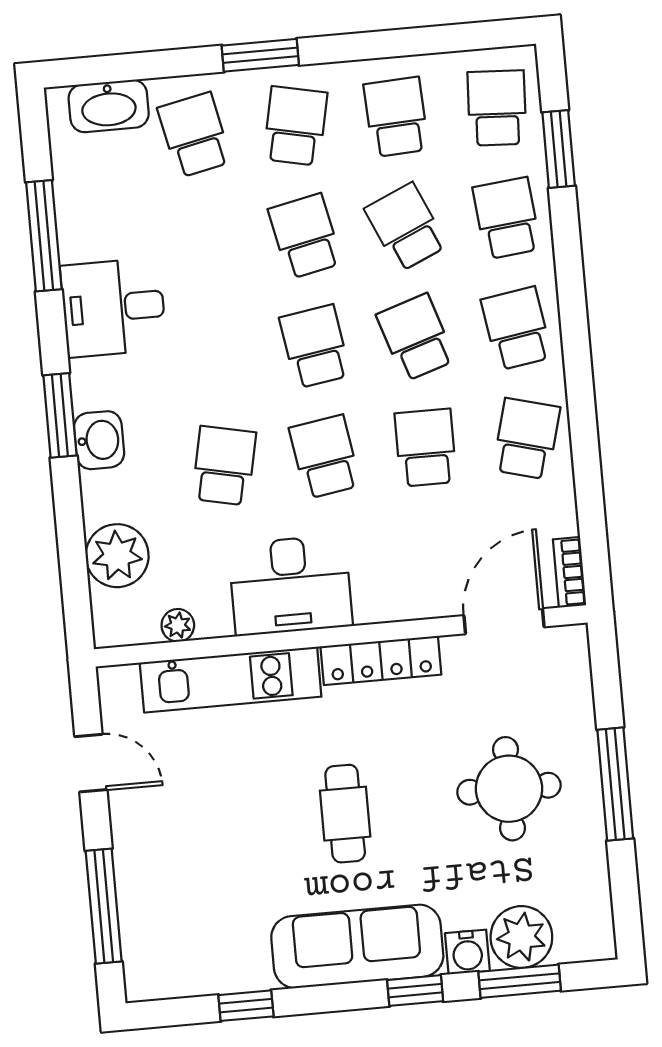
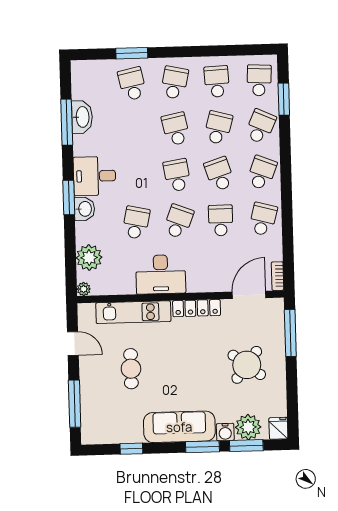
window: (260, 55) -> (132, 53), moved
washbasin: (109, 106) -> (82, 117), moved, turned -90
school desk: (507, 218) -> (260, 127), turned 30
school desk: (406, 227) -> (218, 128), turned 39
desk: (113, 308) -> (95, 176), moved
school desk: (517, 328) -> (262, 173), turned 30
school desk: (325, 457) -> (178, 222), turned 30
plant: (178, 625) -> (84, 289), moved
window: (615, 784) -> (290, 333), moved
round table: (509, 789) -> (247, 365), turned 37
cafe table: (345, 814) -> (131, 369), moved
fridge: (594, 935) -> (278, 428), added
window: (415, 991) -> (202, 447), width x1.50

